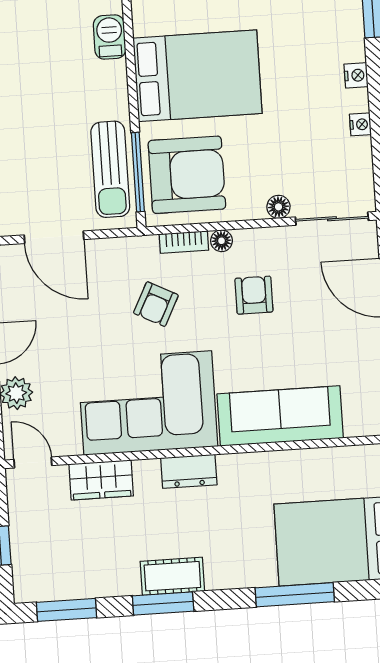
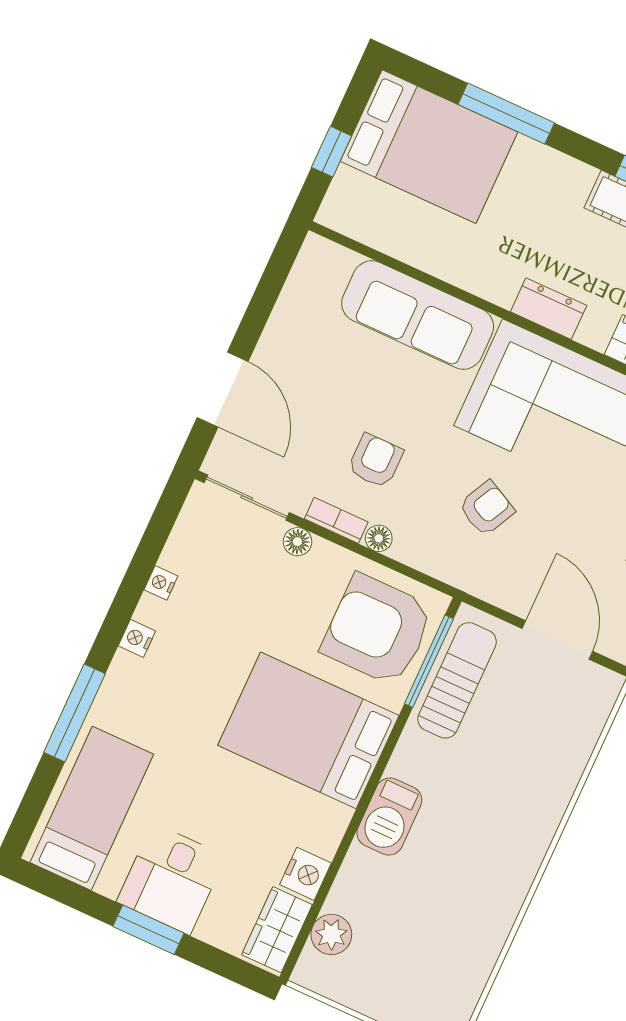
barbecue: (110, 37) -> (389, 817), width x1.38, depth x1.27
bookcase: (184, 242) -> (336, 520), moved
armchair: (254, 295) -> (375, 461), turned 180

